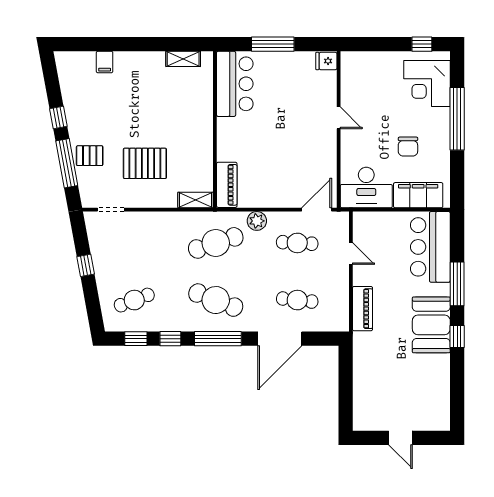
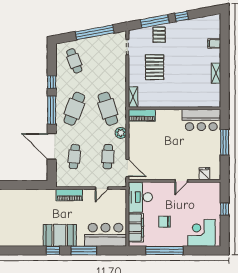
window: (422, 44) -> (225, 209), moved
shelving: (183, 59) -> (216, 73), moved
fridge: (326, 61) -> (204, 174), moved
window: (457, 119) -> (164, 250), moved
window: (86, 265) -> (95, 32), width x3.17
window: (136, 339) -> (52, 62), removed

